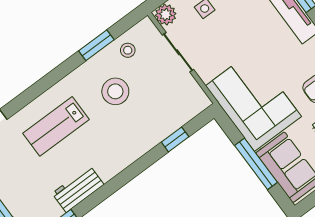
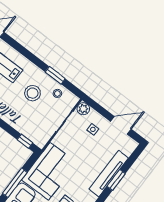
window: (175, 139) -> (25, 141), moved

